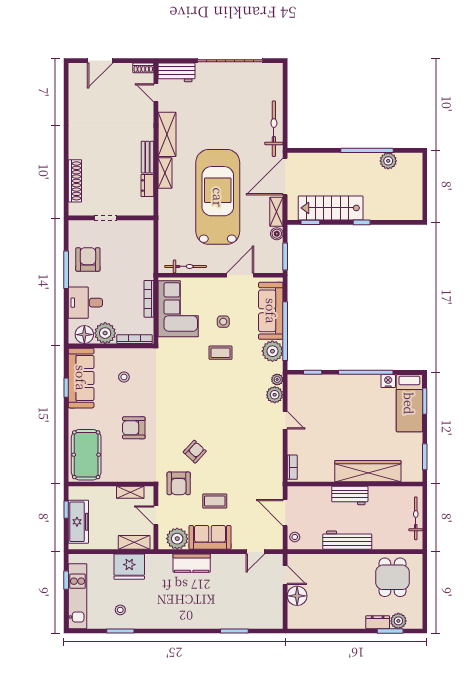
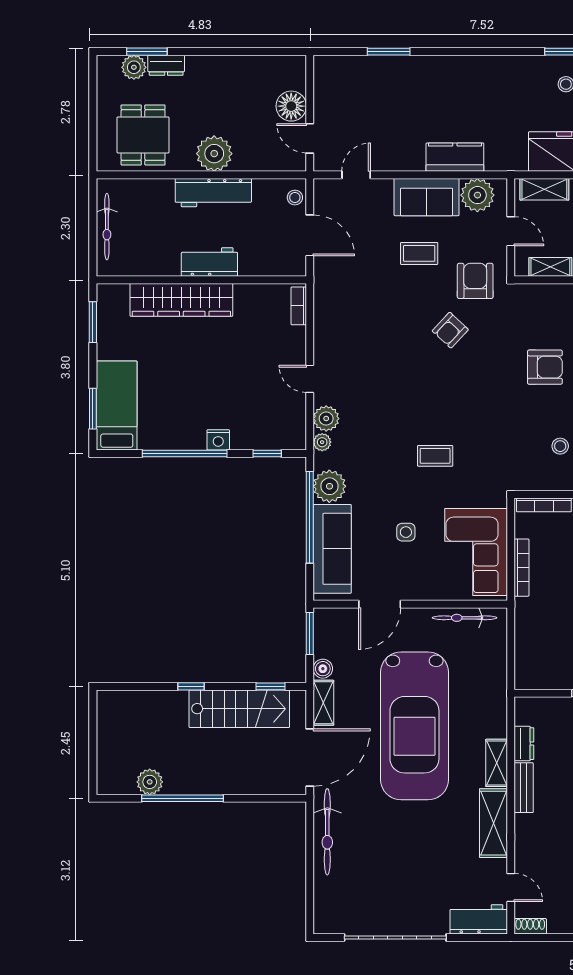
coffee table: (220, 353) -> (435, 456), moved
nightstand: (388, 381) -> (218, 440), moved
plant: (347, 565) -> (214, 154), added

